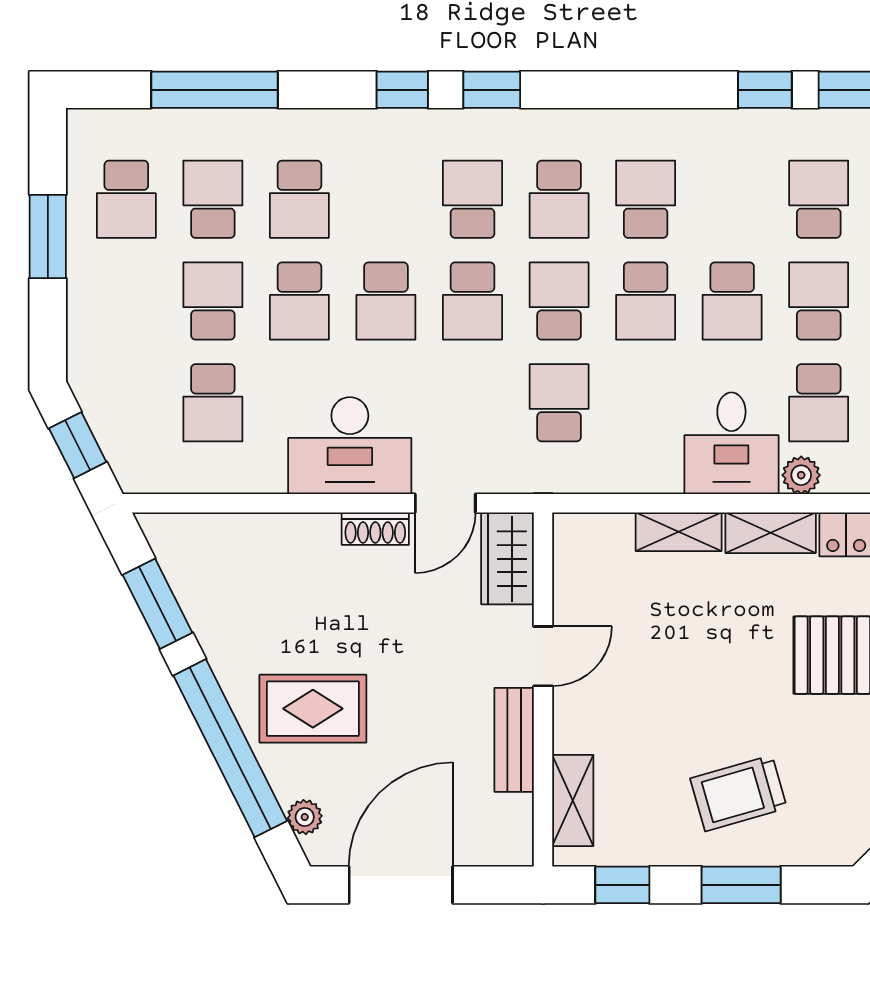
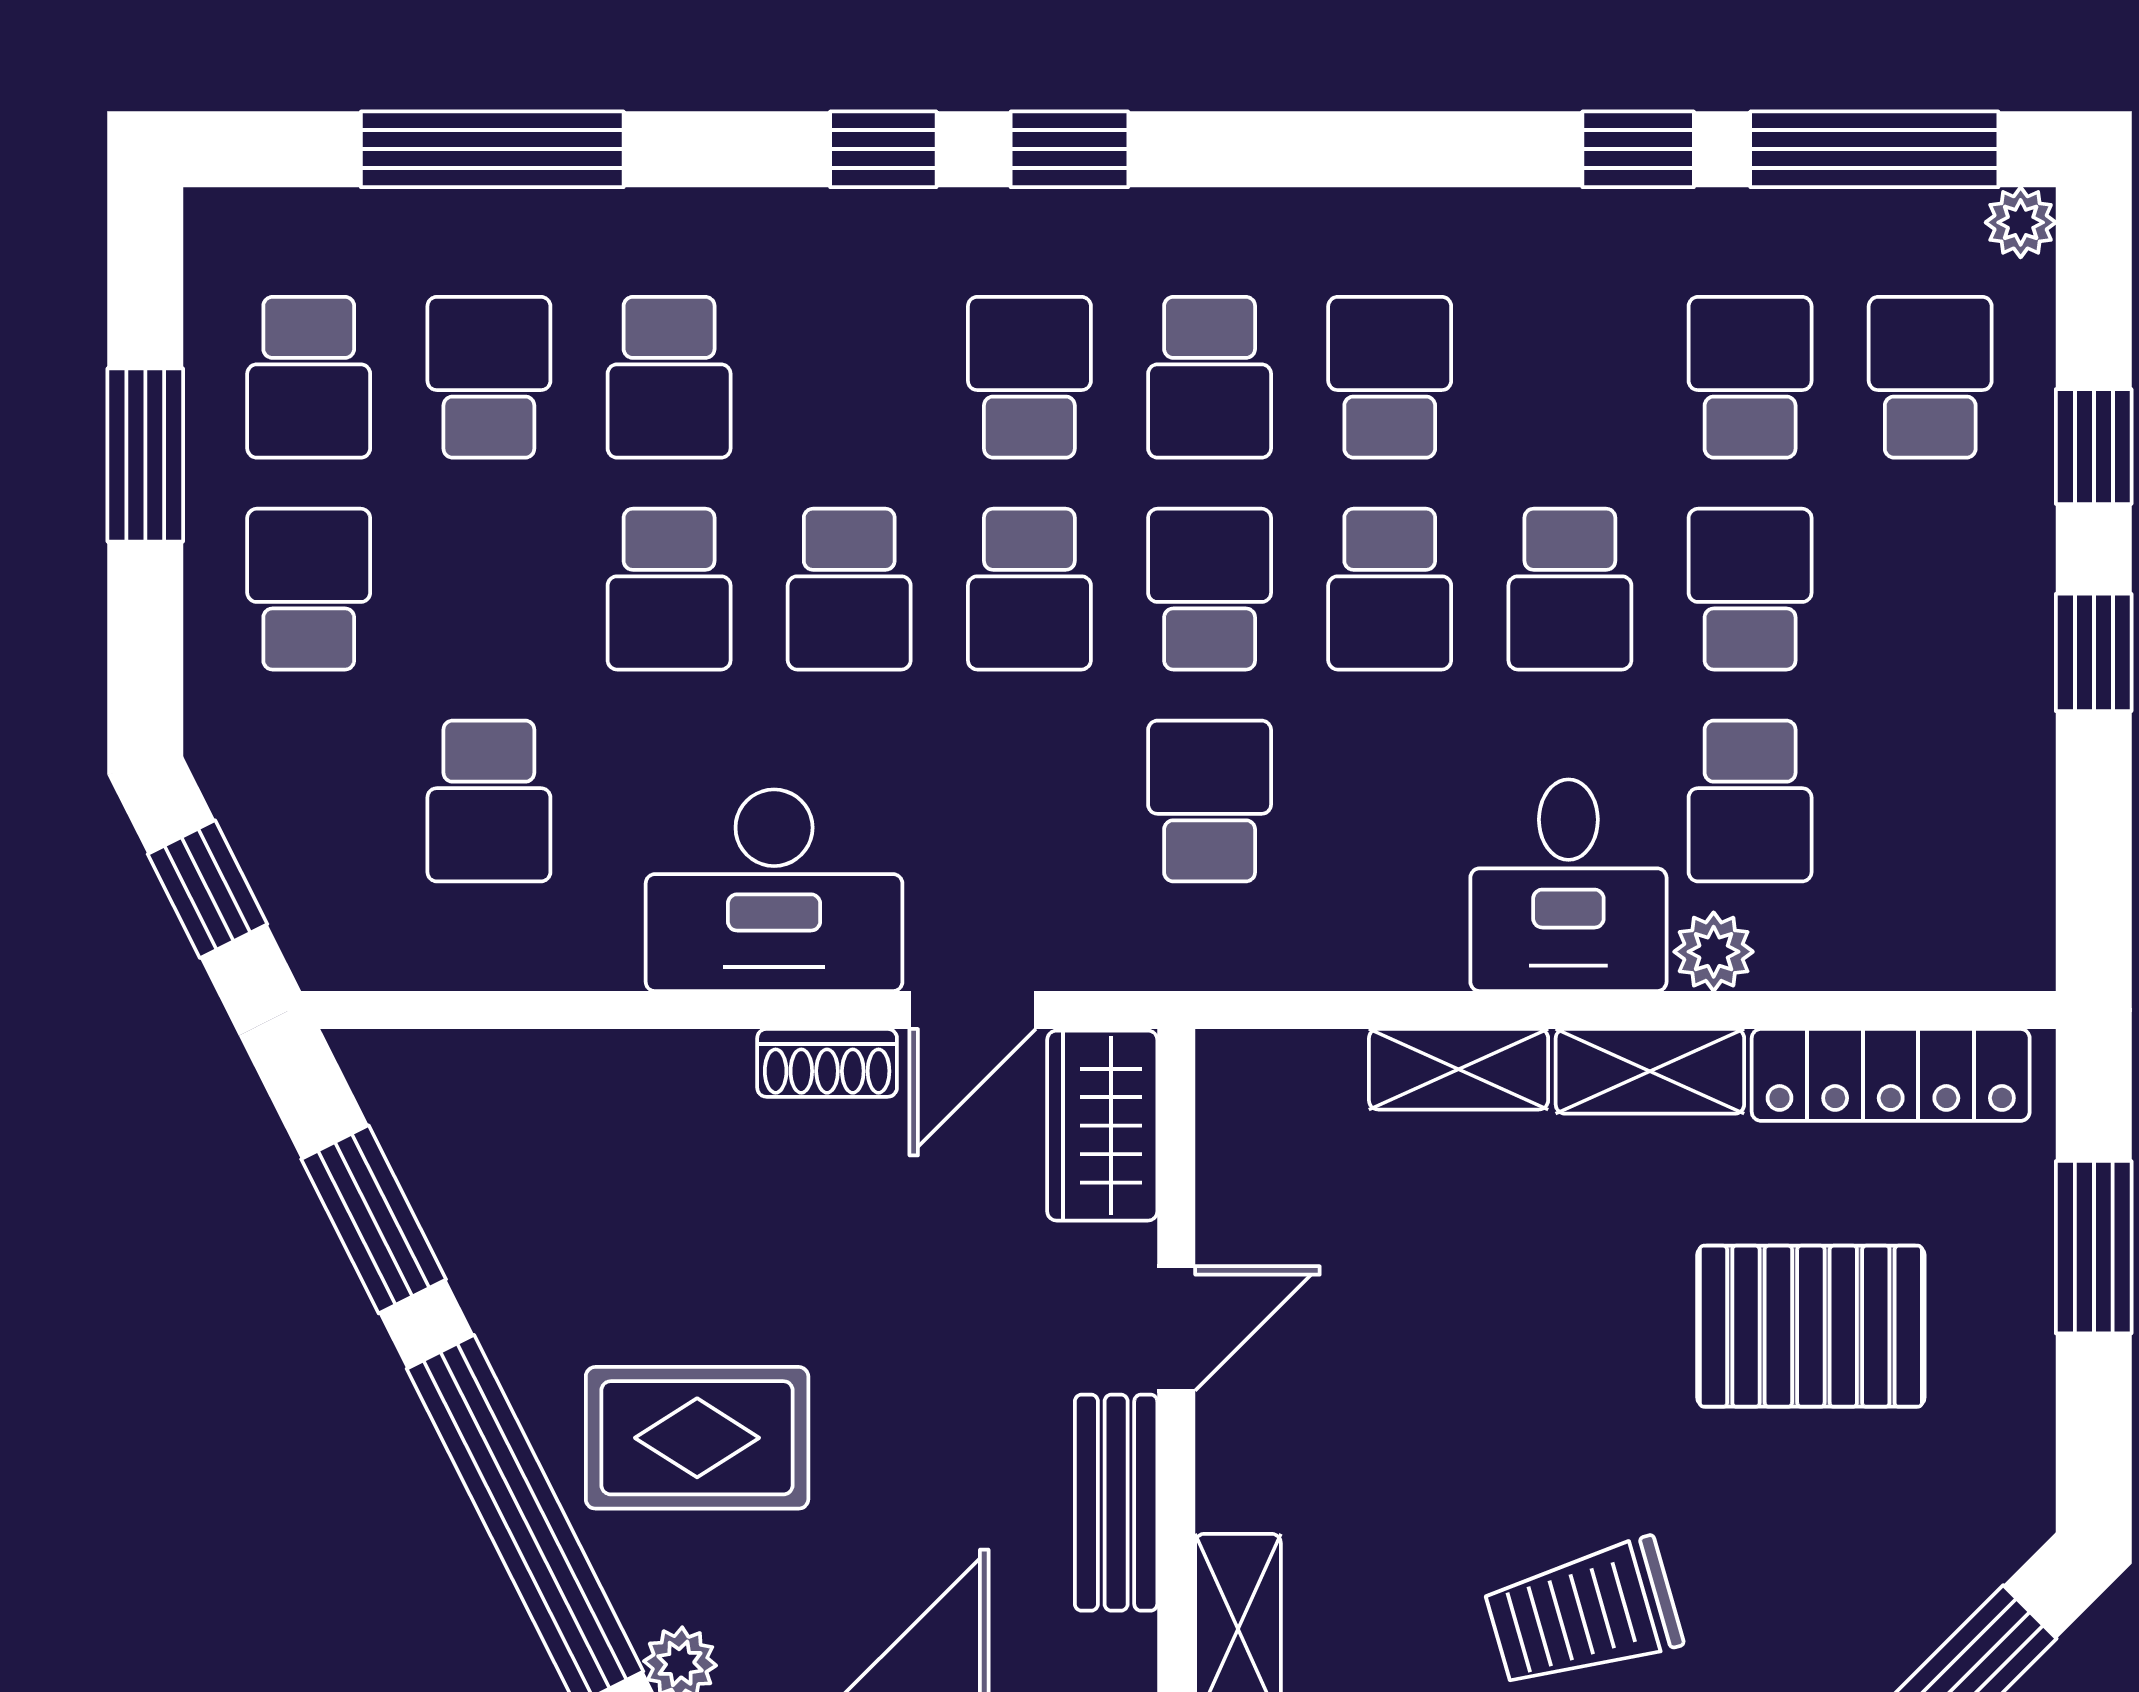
school desk: (213, 301) -> (309, 589), moved

